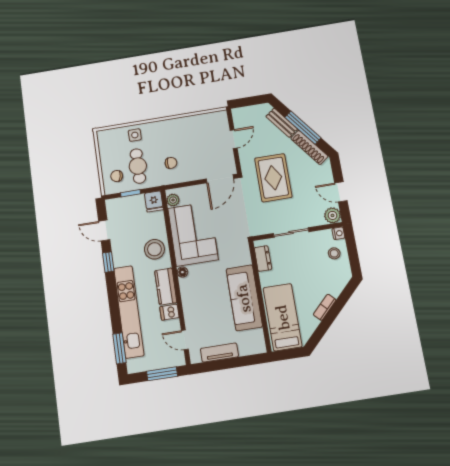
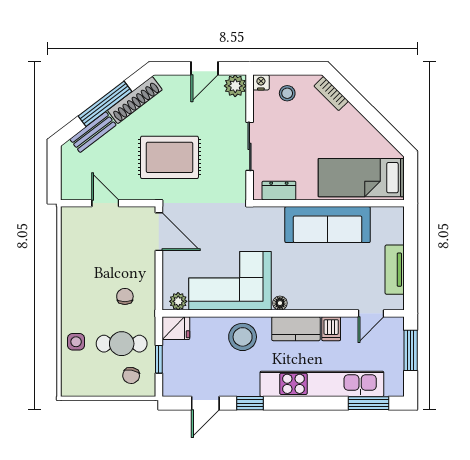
bookcase: (325, 307) -> (331, 93), moved

